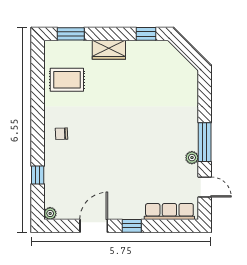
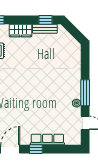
bench: (145, 47) -> (45, 29), added
row of seats: (169, 212) -> (47, 139), moved

